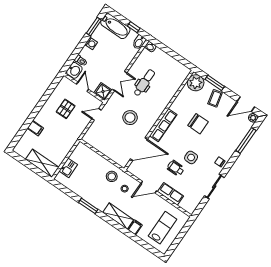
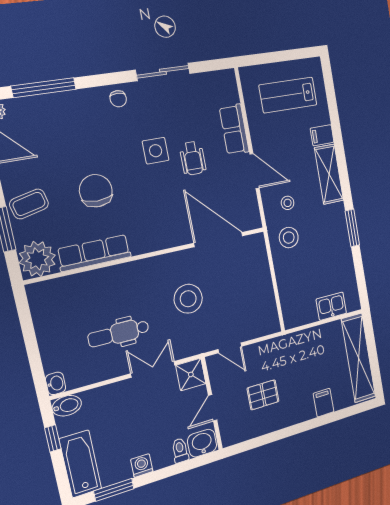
row of seats: (163, 125) -> (94, 253), moved
shelving: (42, 163) -> (358, 358), width x1.47

